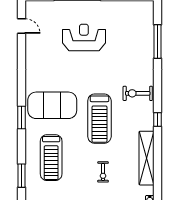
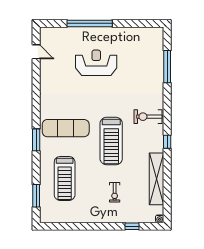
exercise mat: (52, 105) -> (66, 128), width x0.68

